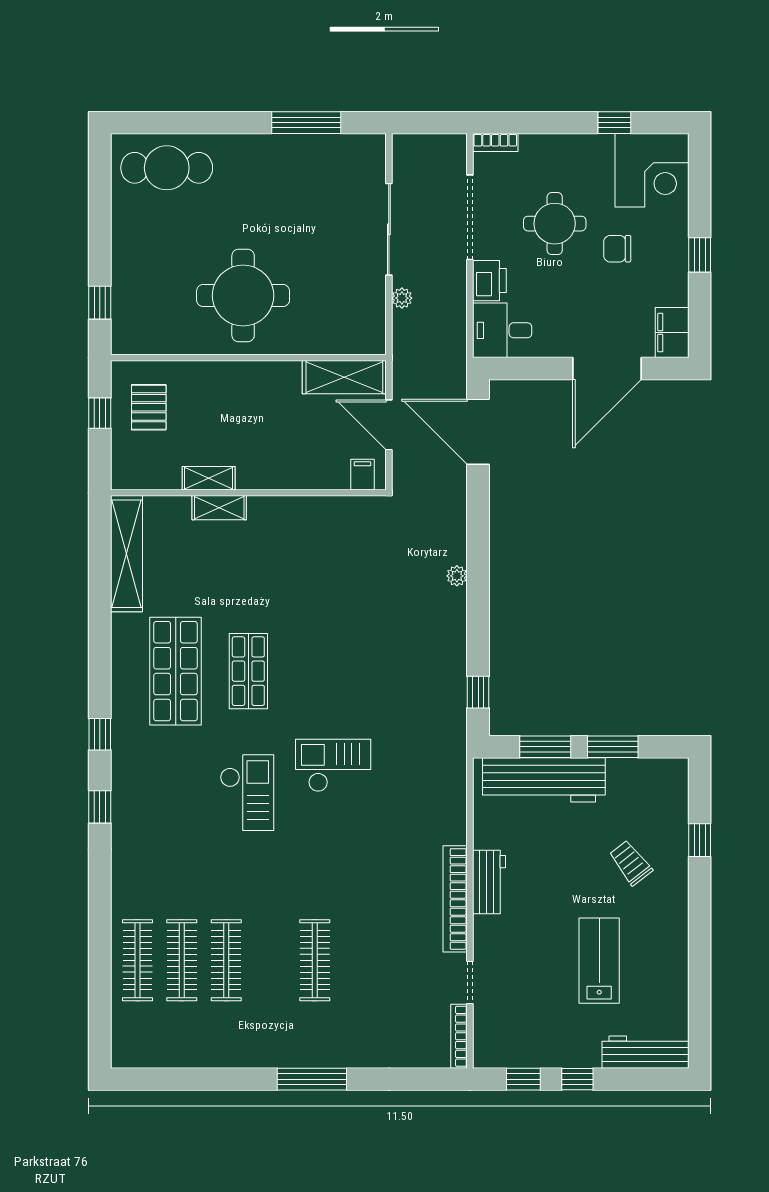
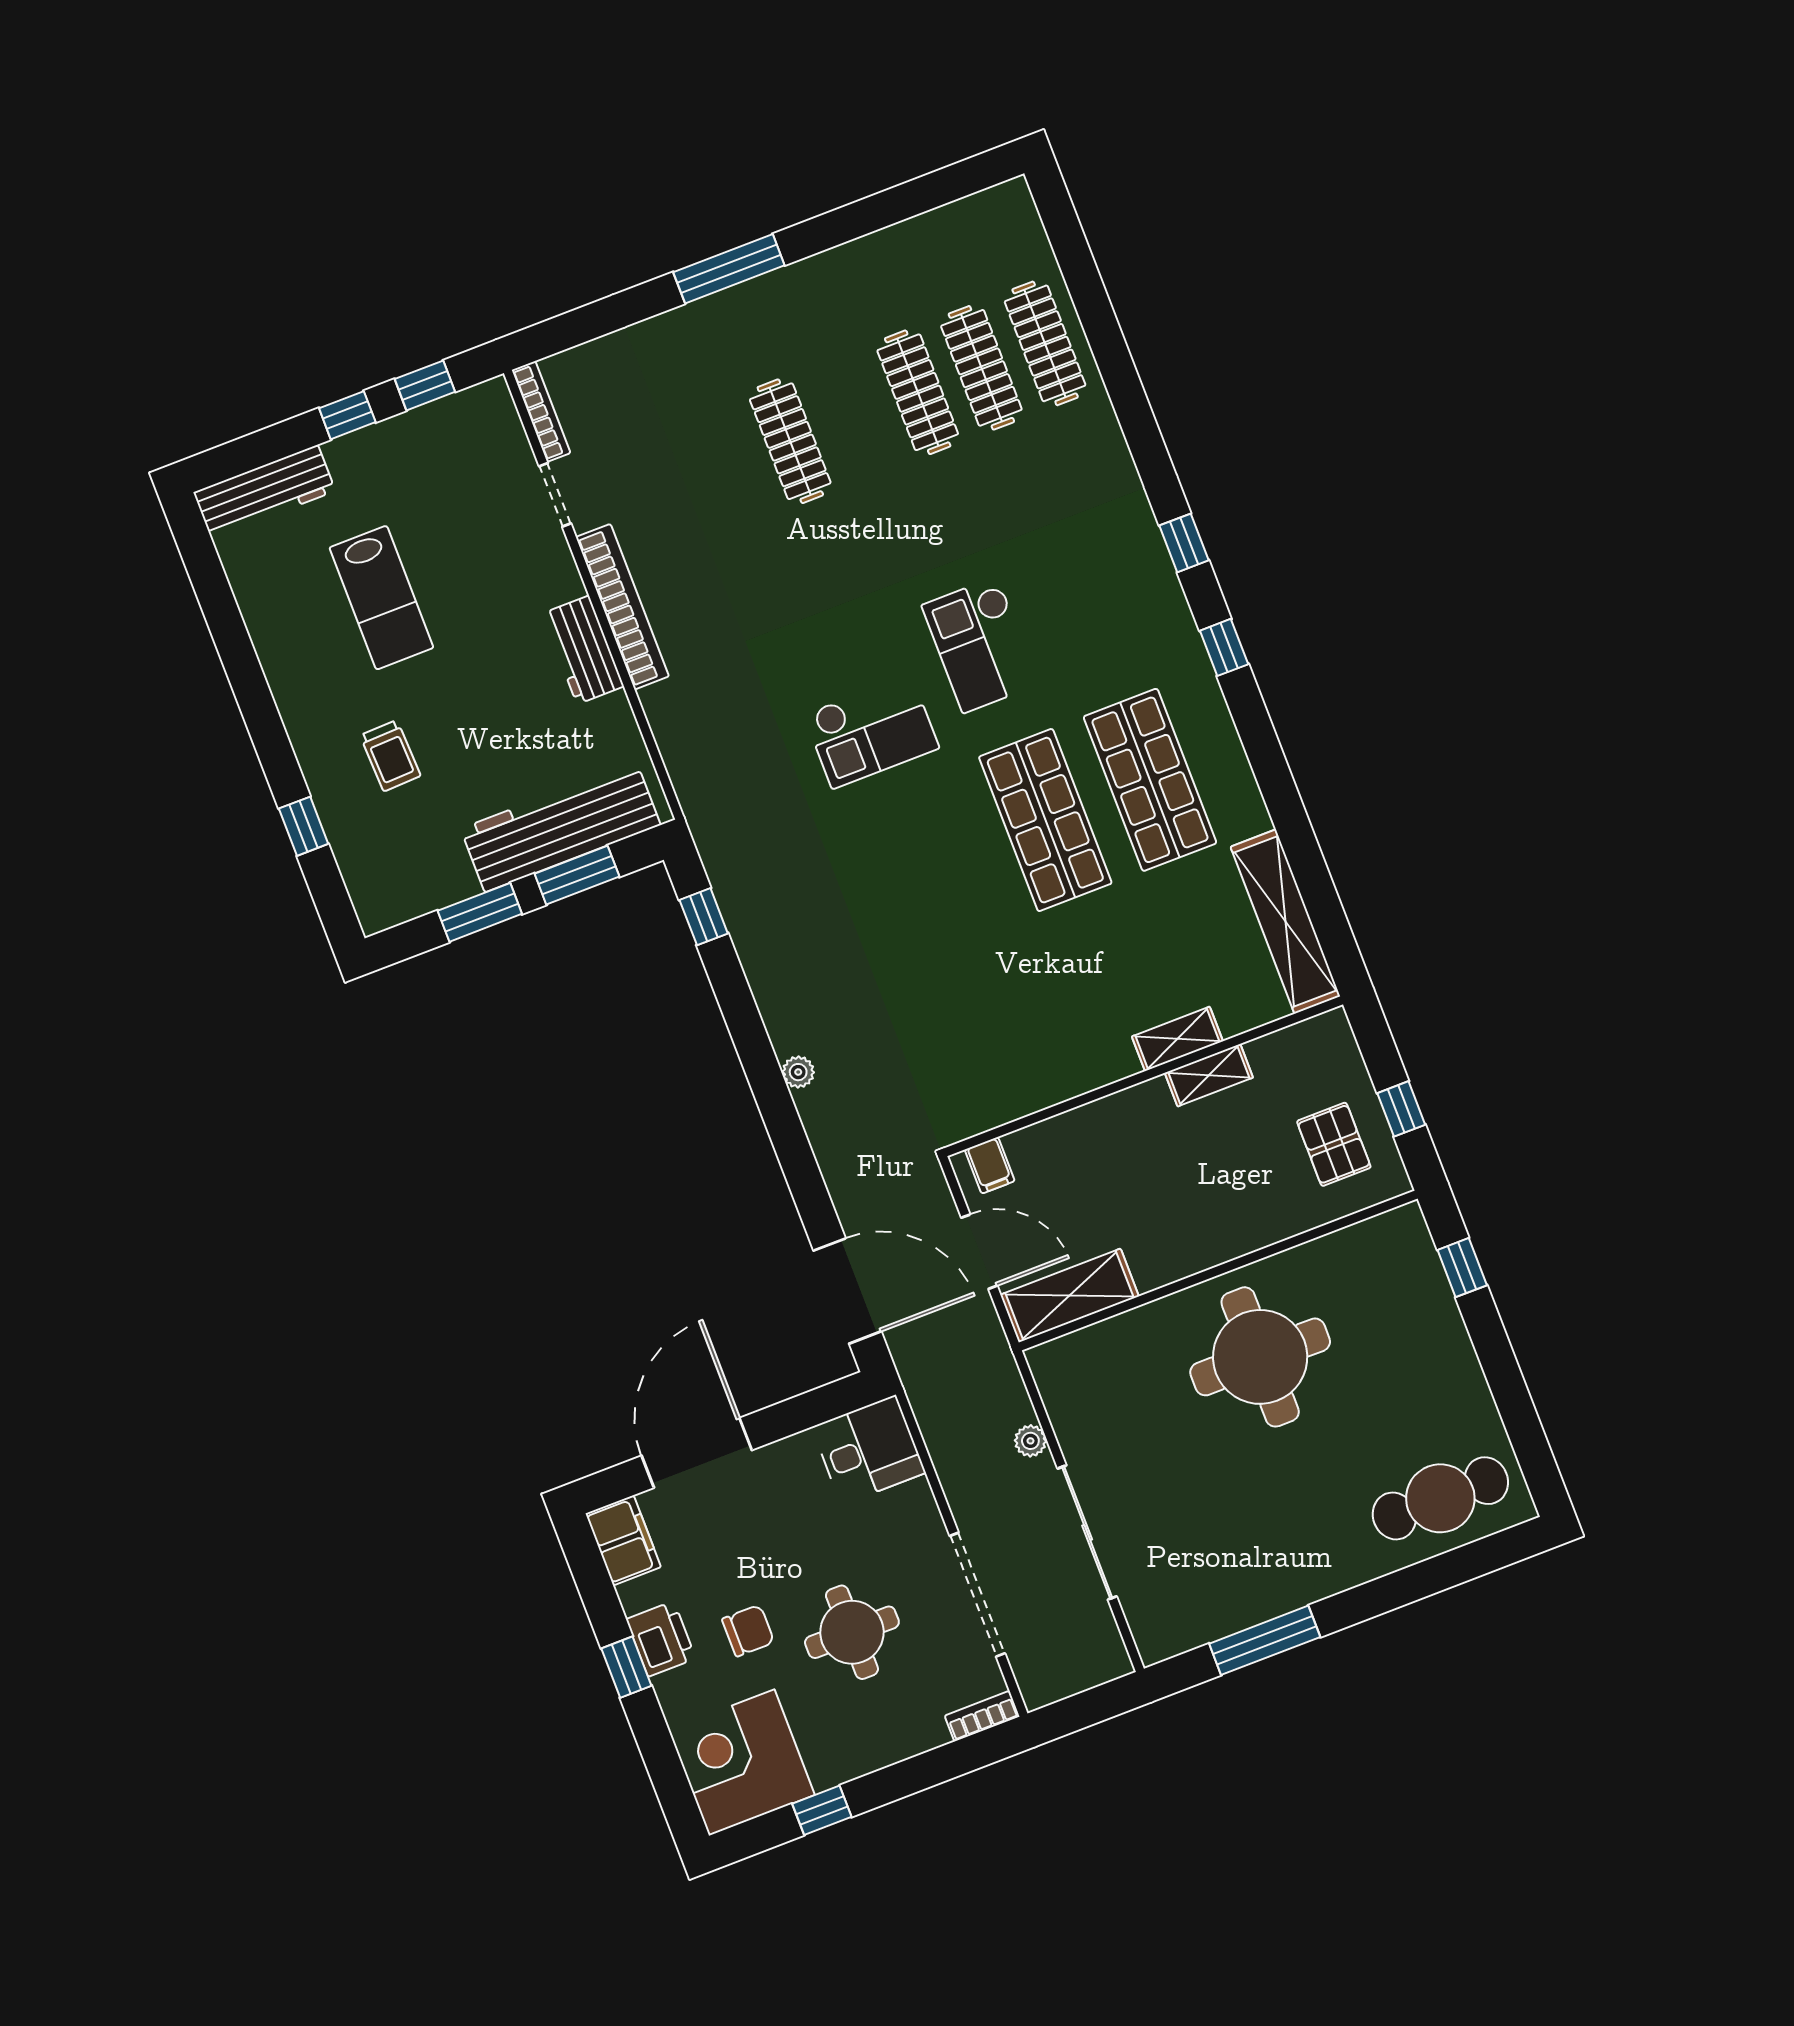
printer: (489, 281) -> (661, 1639), moved, turned 180
shop shelf: (248, 671) -> (1045, 820), width x1.43, depth x1.36
trolley: (631, 863) -> (390, 756), turned 36

